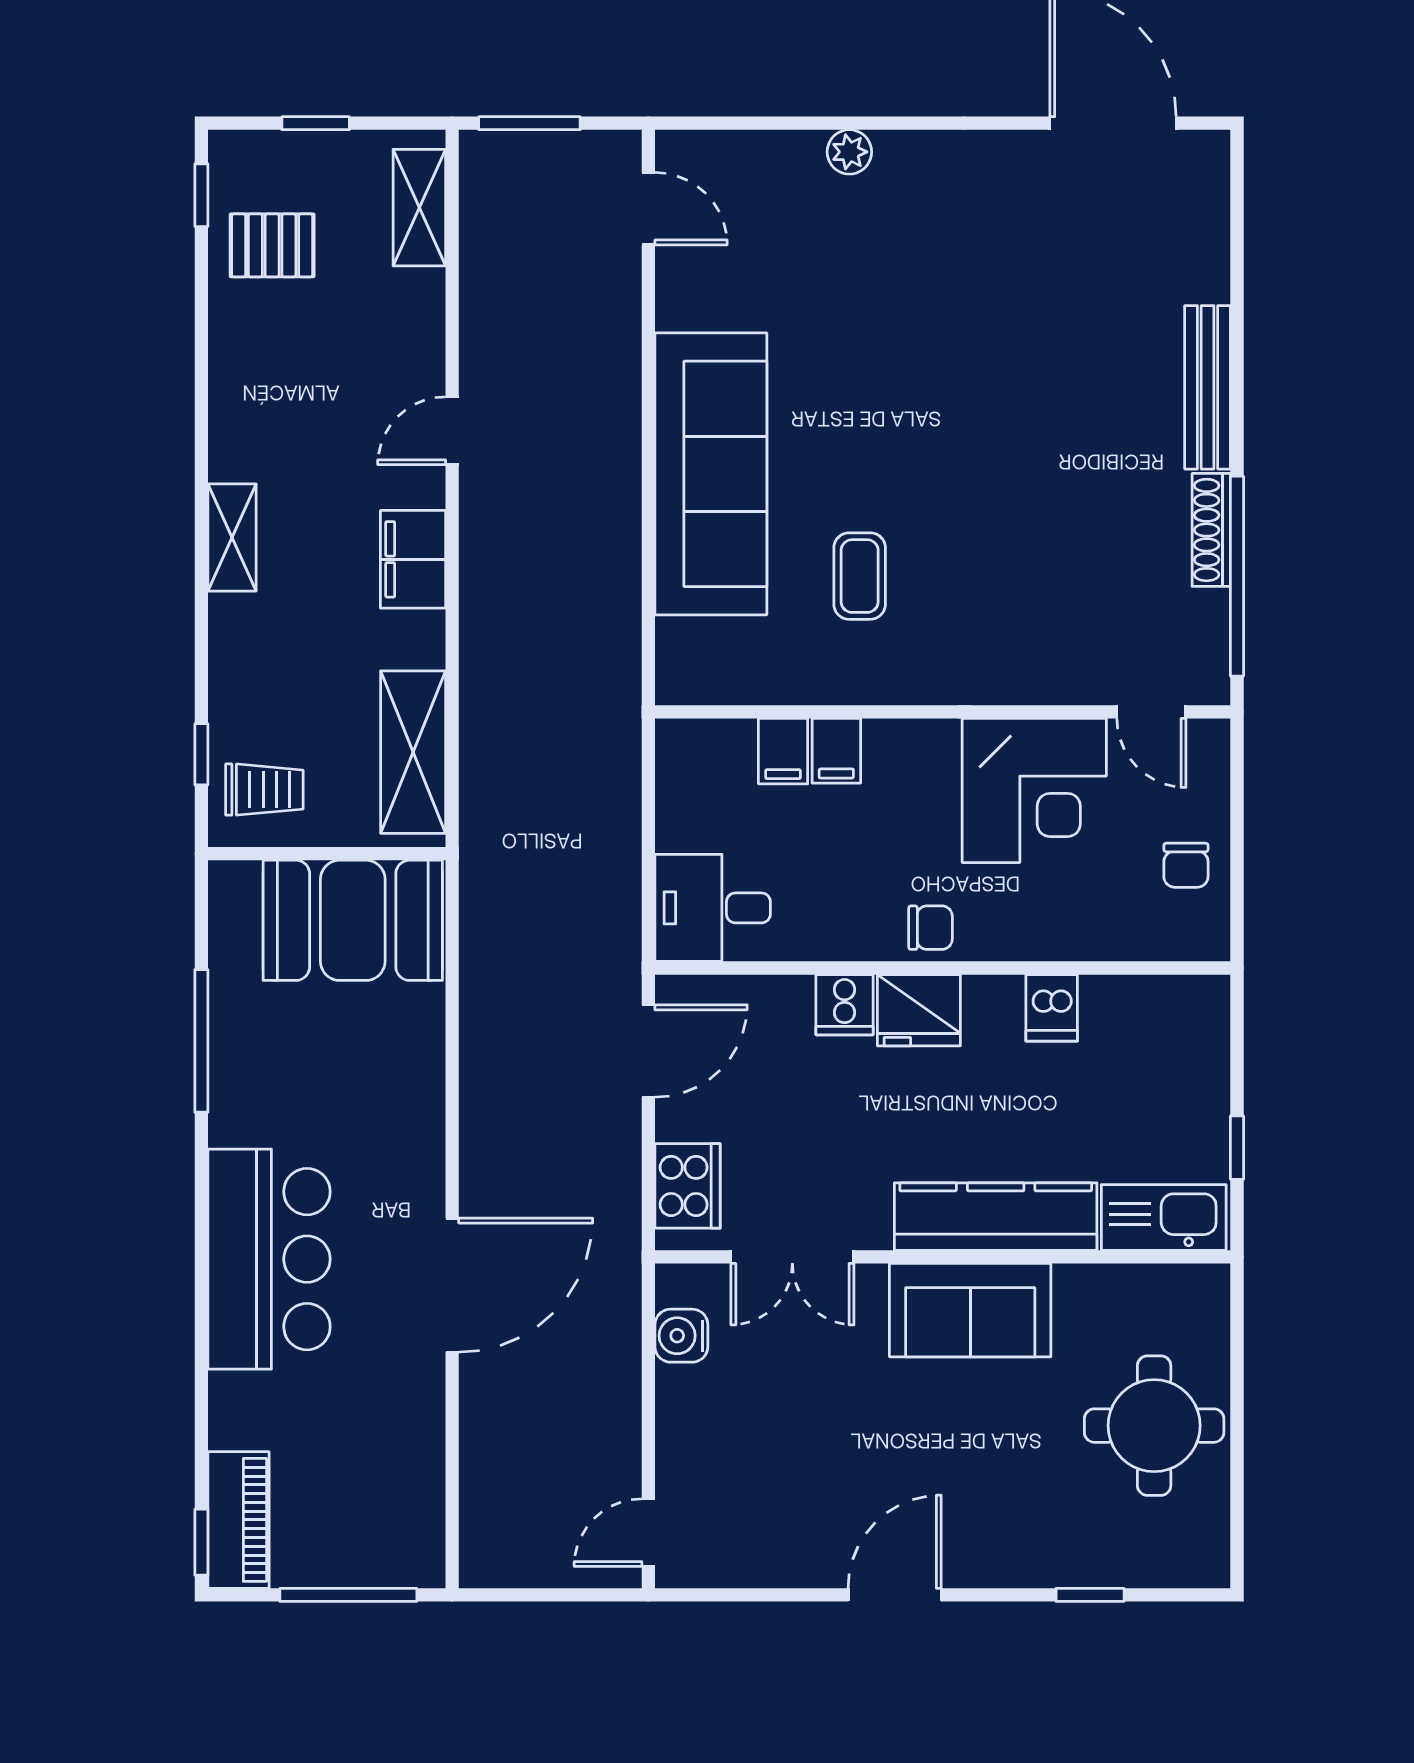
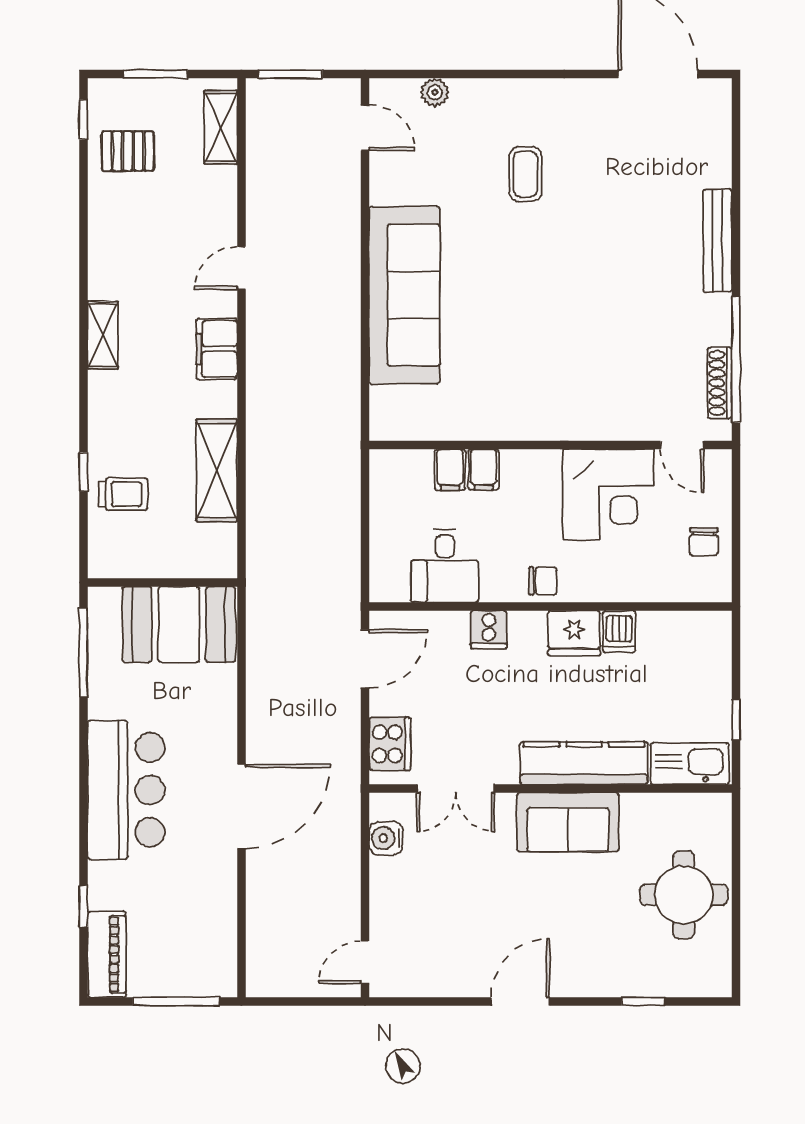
window: (316, 123) -> (155, 74), width x1.50
plant: (849, 152) -> (435, 92), moved
shoe rack: (1211, 530) -> (720, 383), moved
coffee table: (860, 576) -> (525, 174), moved
wall: (327, 854) -> (162, 582), moved
desk: (713, 908) -> (445, 566), moved, turned -90
booth: (353, 920) -> (179, 624), moved
fridge: (919, 1010) -> (574, 633), moved
window: (201, 1542) -> (83, 906), moved

